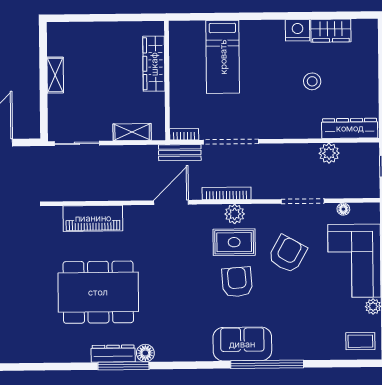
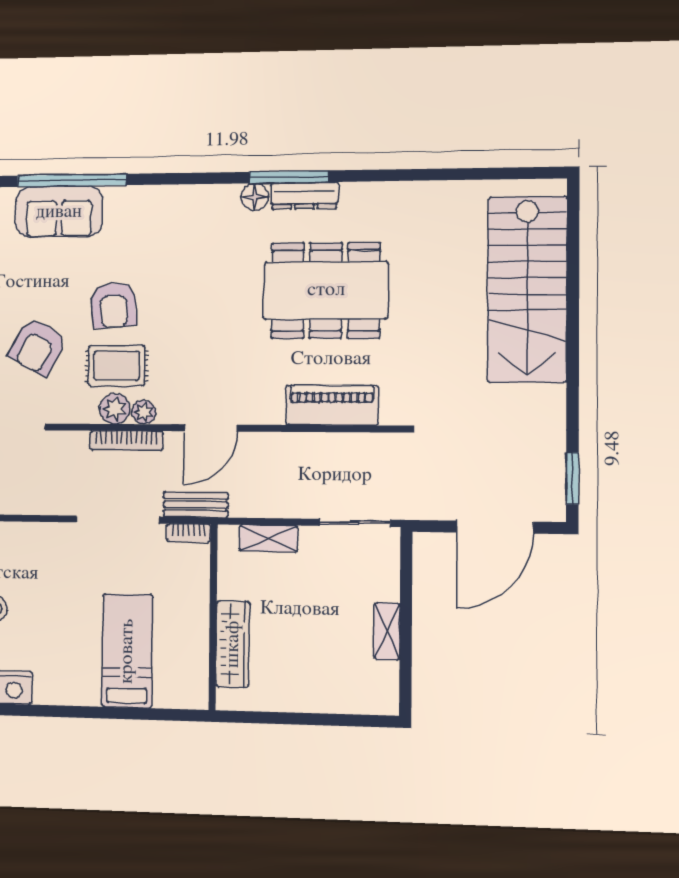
plant: (215, 212) -> (144, 412), added
sofa: (242, 344) -> (59, 212), moved

